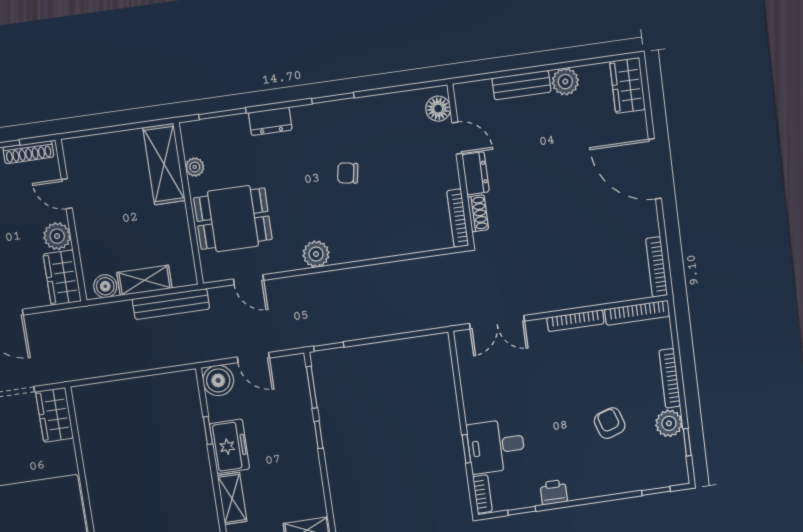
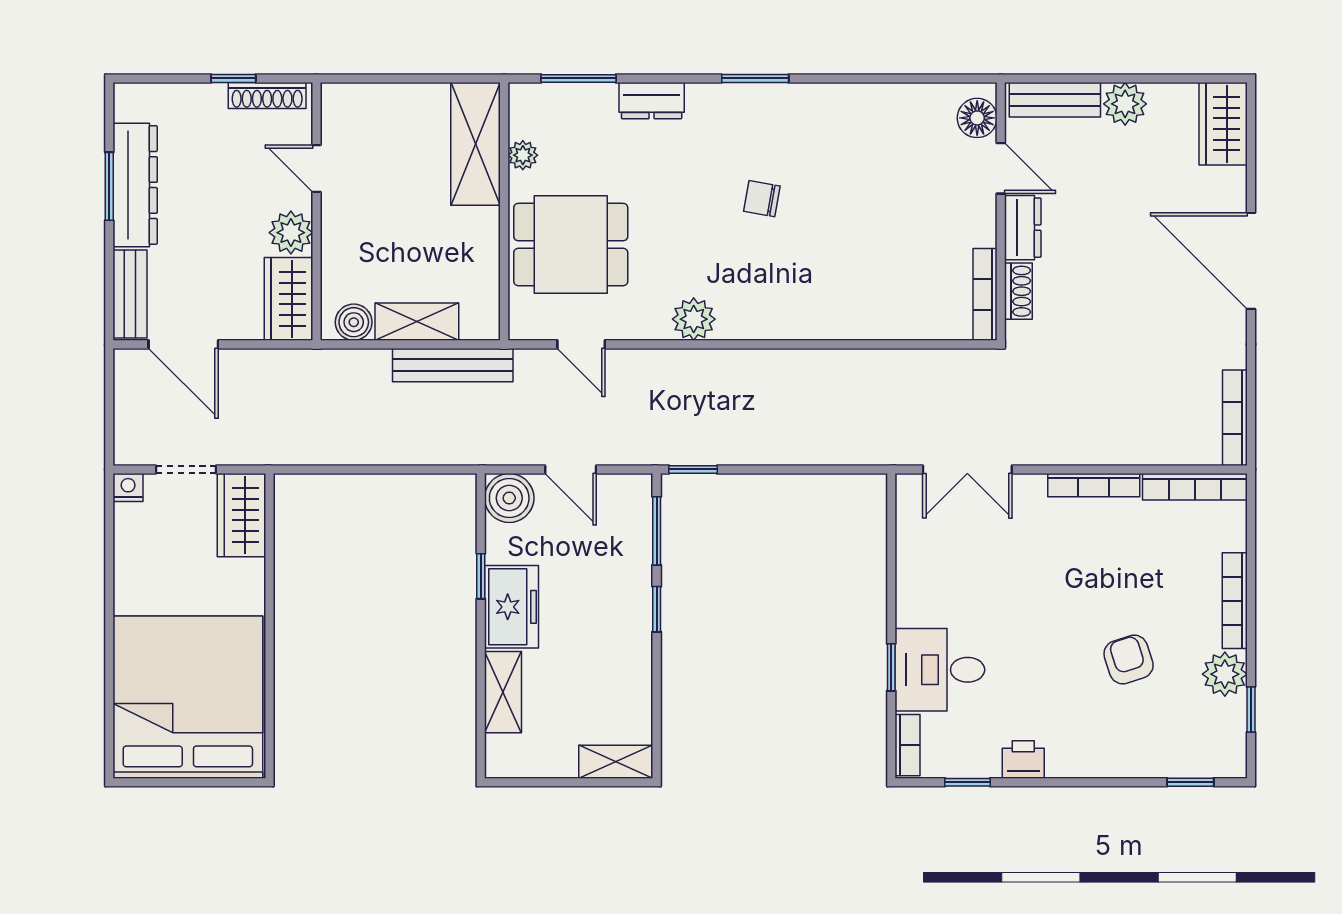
floor lamp: (438, 109) -> (977, 118), moved
door: (457, 138) -> (1001, 168), moved
wall: (461, 165) -> (1001, 211), moved
dresser: (476, 173) -> (1023, 228), moved
shoe rack: (478, 213) -> (1018, 291), moved
bookcase: (458, 218) -> (985, 294), moved

